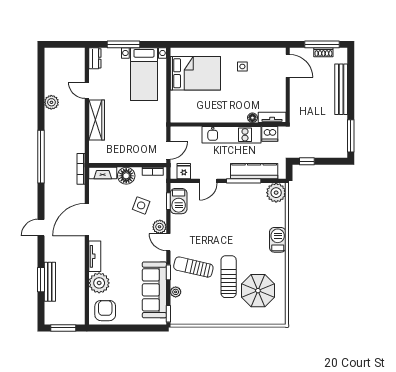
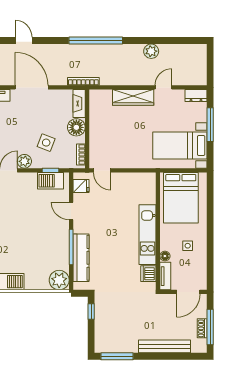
tv unit: (272, 117) -> (165, 276), moved
floor lamp: (252, 118) -> (165, 256), moved
wall: (228, 125) -> (158, 231), moved
dishwasher: (270, 134) -> (148, 274), moved
kitchen unit: (231, 135) -> (148, 235), moved

